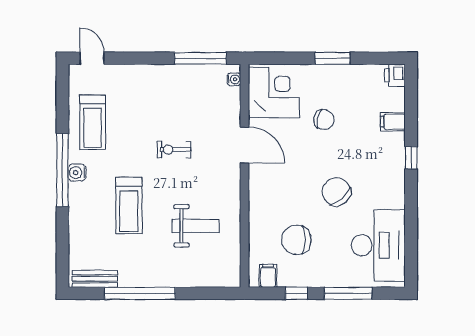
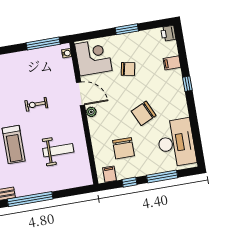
plant: (256, 176) -> (91, 112), added
chair: (336, 192) -> (144, 113), turned -74
chair: (296, 240) -> (123, 148), turned -90

